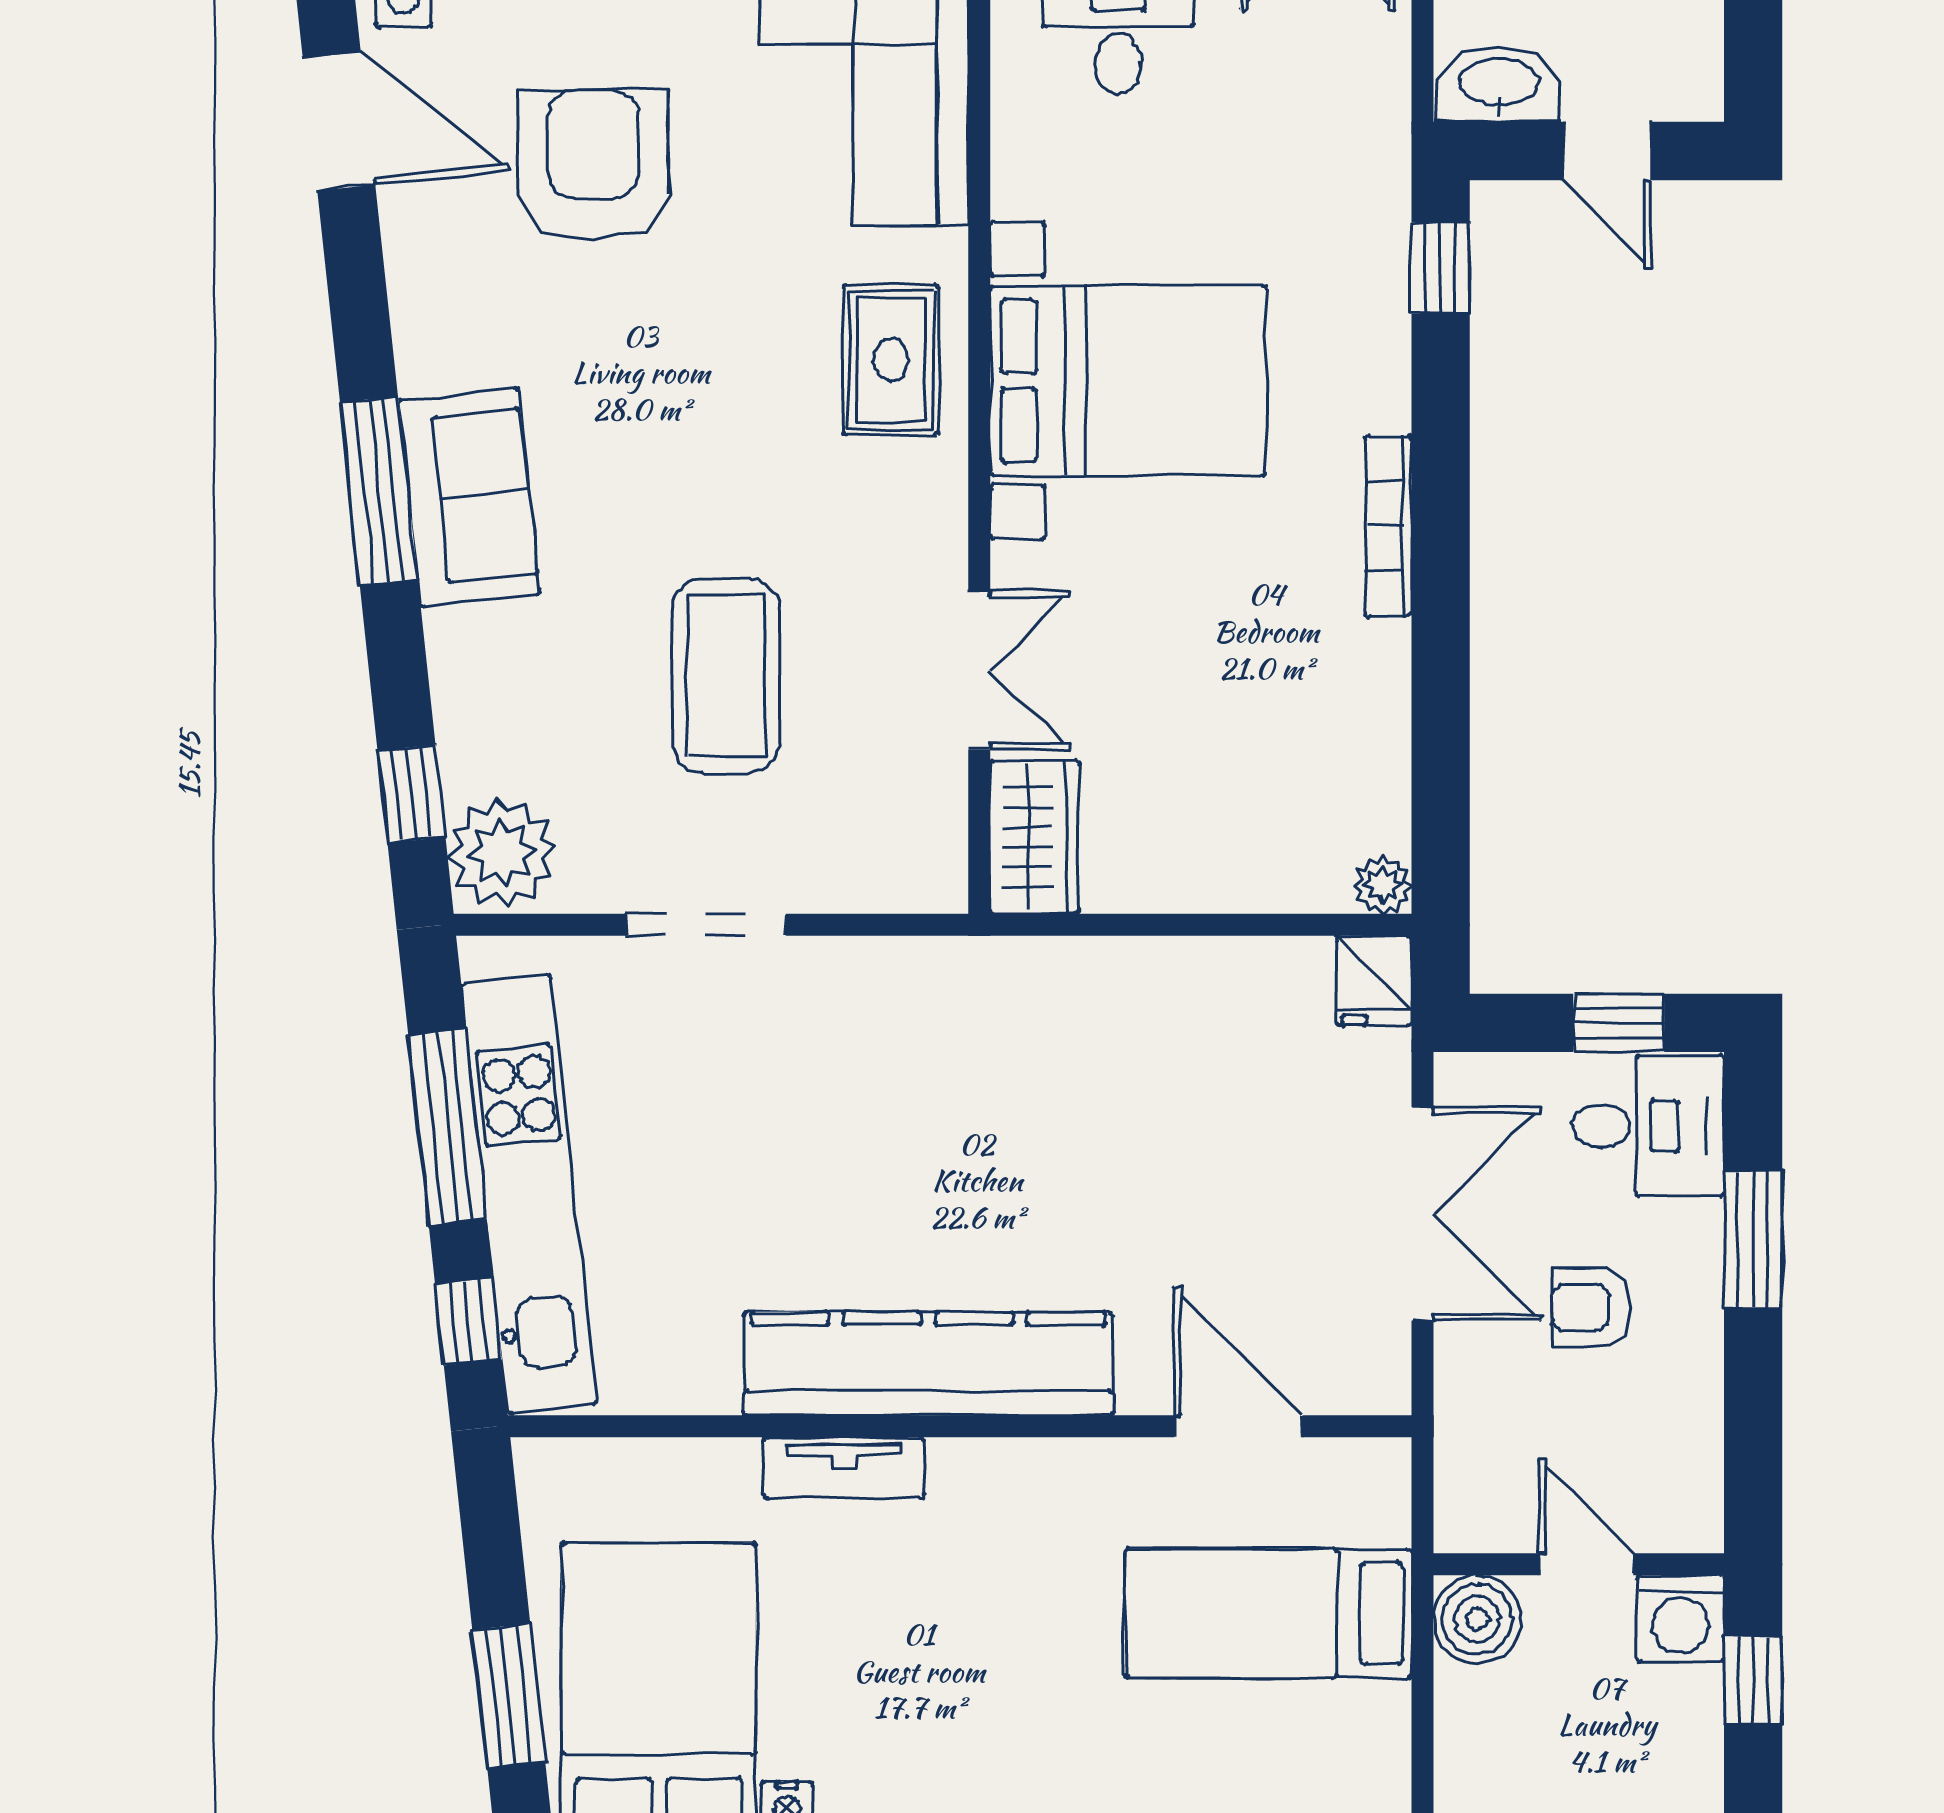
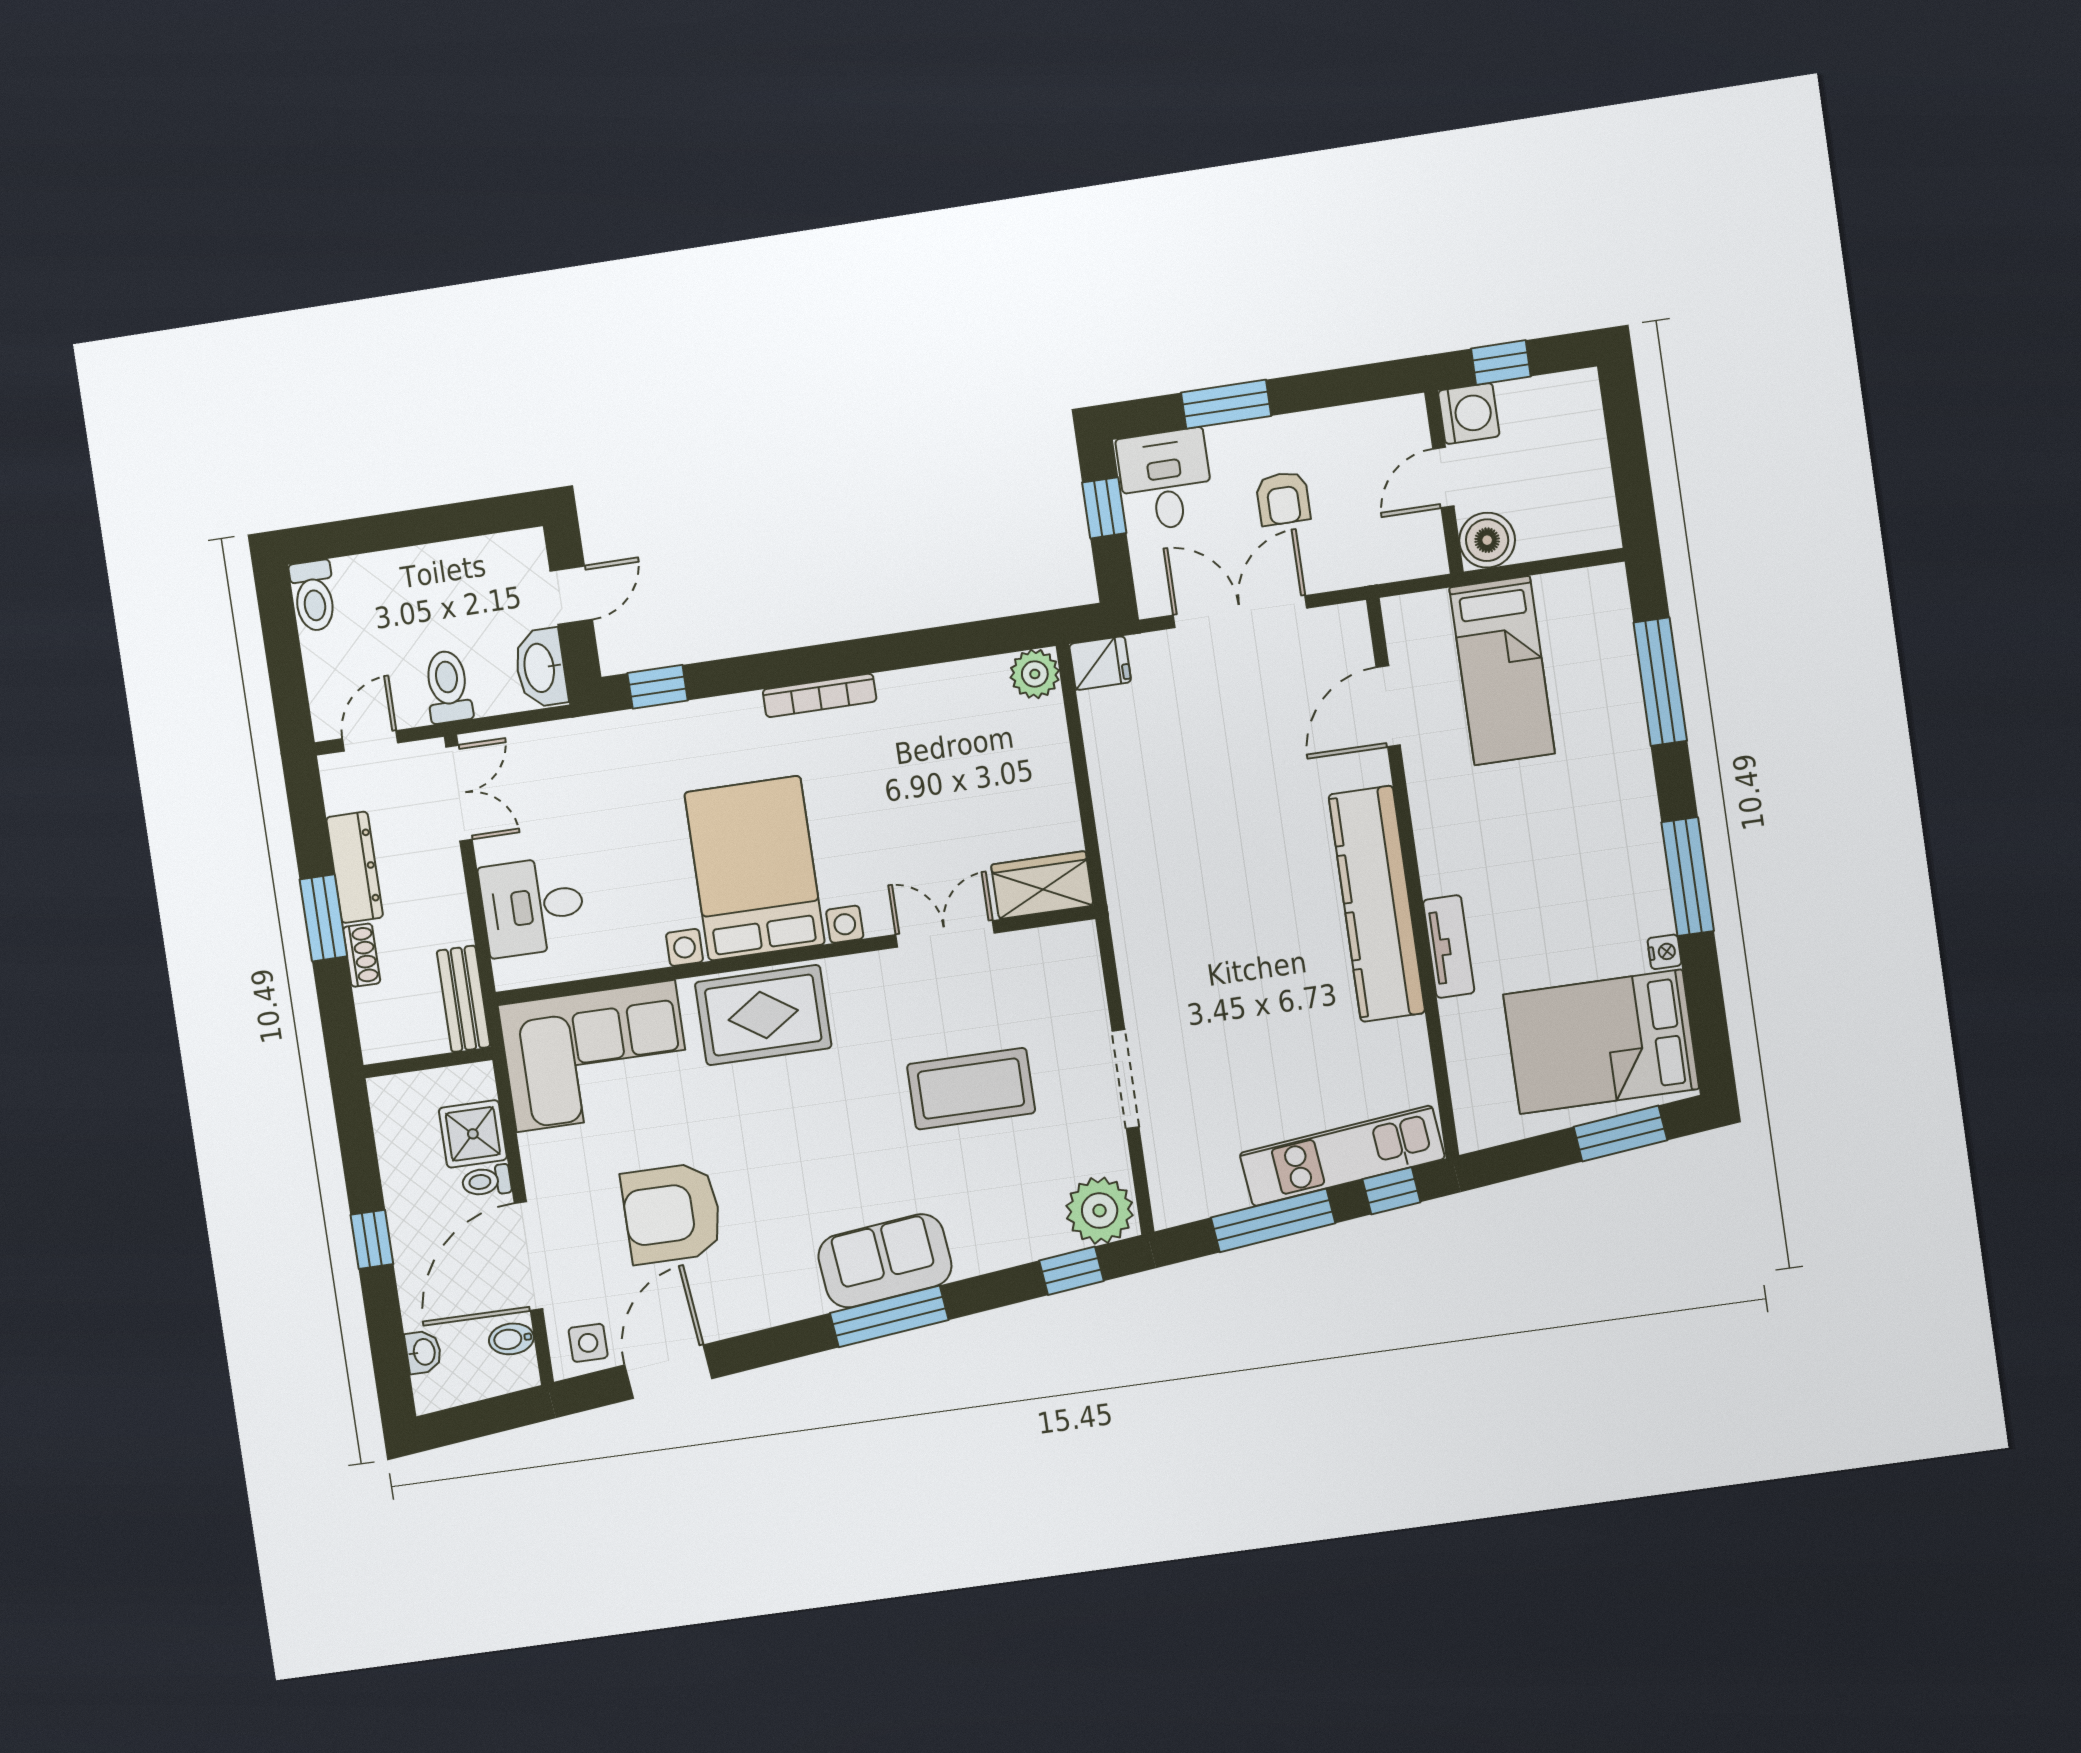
rug: (891, 360) -> (763, 1015), width x1.36, depth x1.43
plant: (1383, 885) -> (1035, 674), width x1.38, depth x1.38
kitchen unit: (529, 1194) -> (1342, 1156), width x0.73

